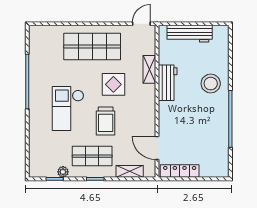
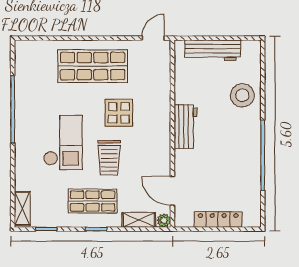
shelving: (149, 69) -> (22, 208), moved
workbench: (168, 83) -> (186, 127), moved
stool: (211, 84) -> (242, 95), moved
checkout: (68, 109) -> (63, 142), turned 180
locker: (180, 171) -> (218, 220), moved
plant: (63, 172) -> (164, 220), moved

